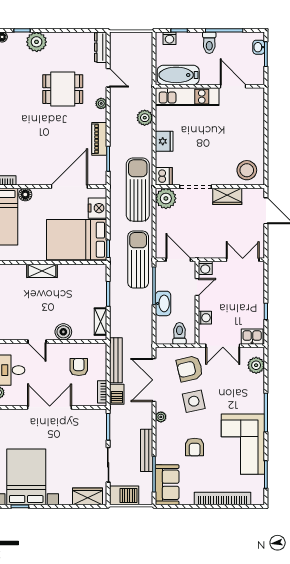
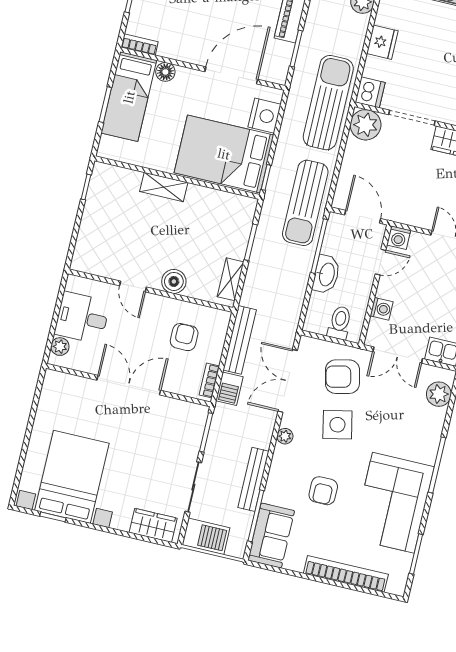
sun lounger: (138, 259) -> (305, 203), turned 180

